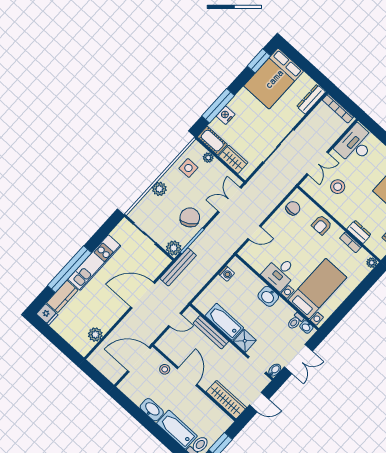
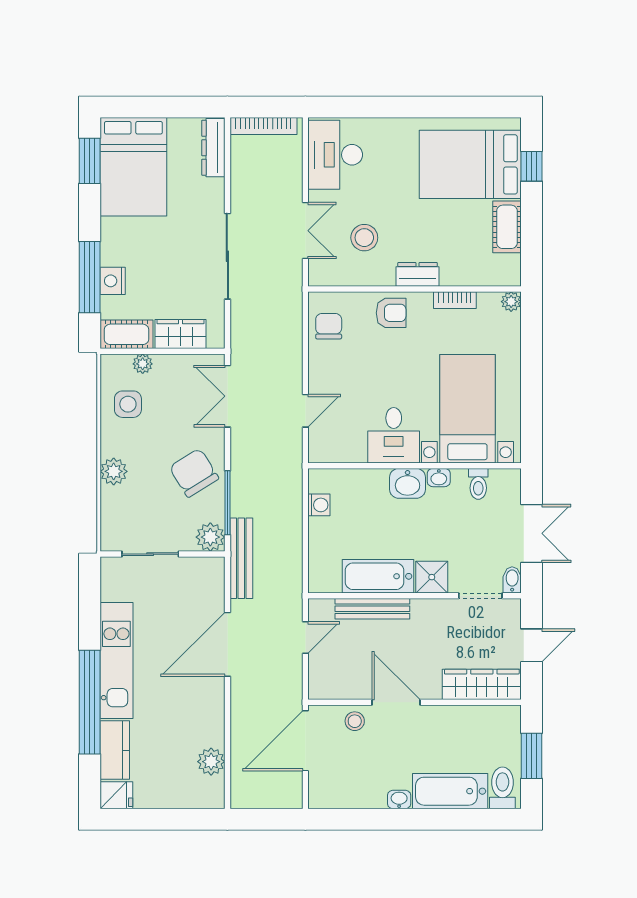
armchair: (322, 225) -> (391, 313), turned -90
dresser: (359, 232) -> (418, 274), moved
washbasin: (306, 327) -> (439, 478), moved
washbasin: (152, 410) -> (399, 799), width x0.52, depth x0.69

